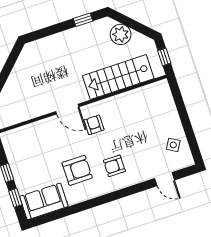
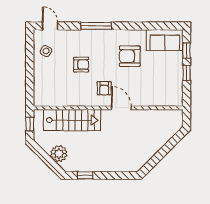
armchair: (114, 166) -> (81, 65), moved
door: (165, 179) -> (50, 26), moved
window: (126, 192) -> (96, 26), added

